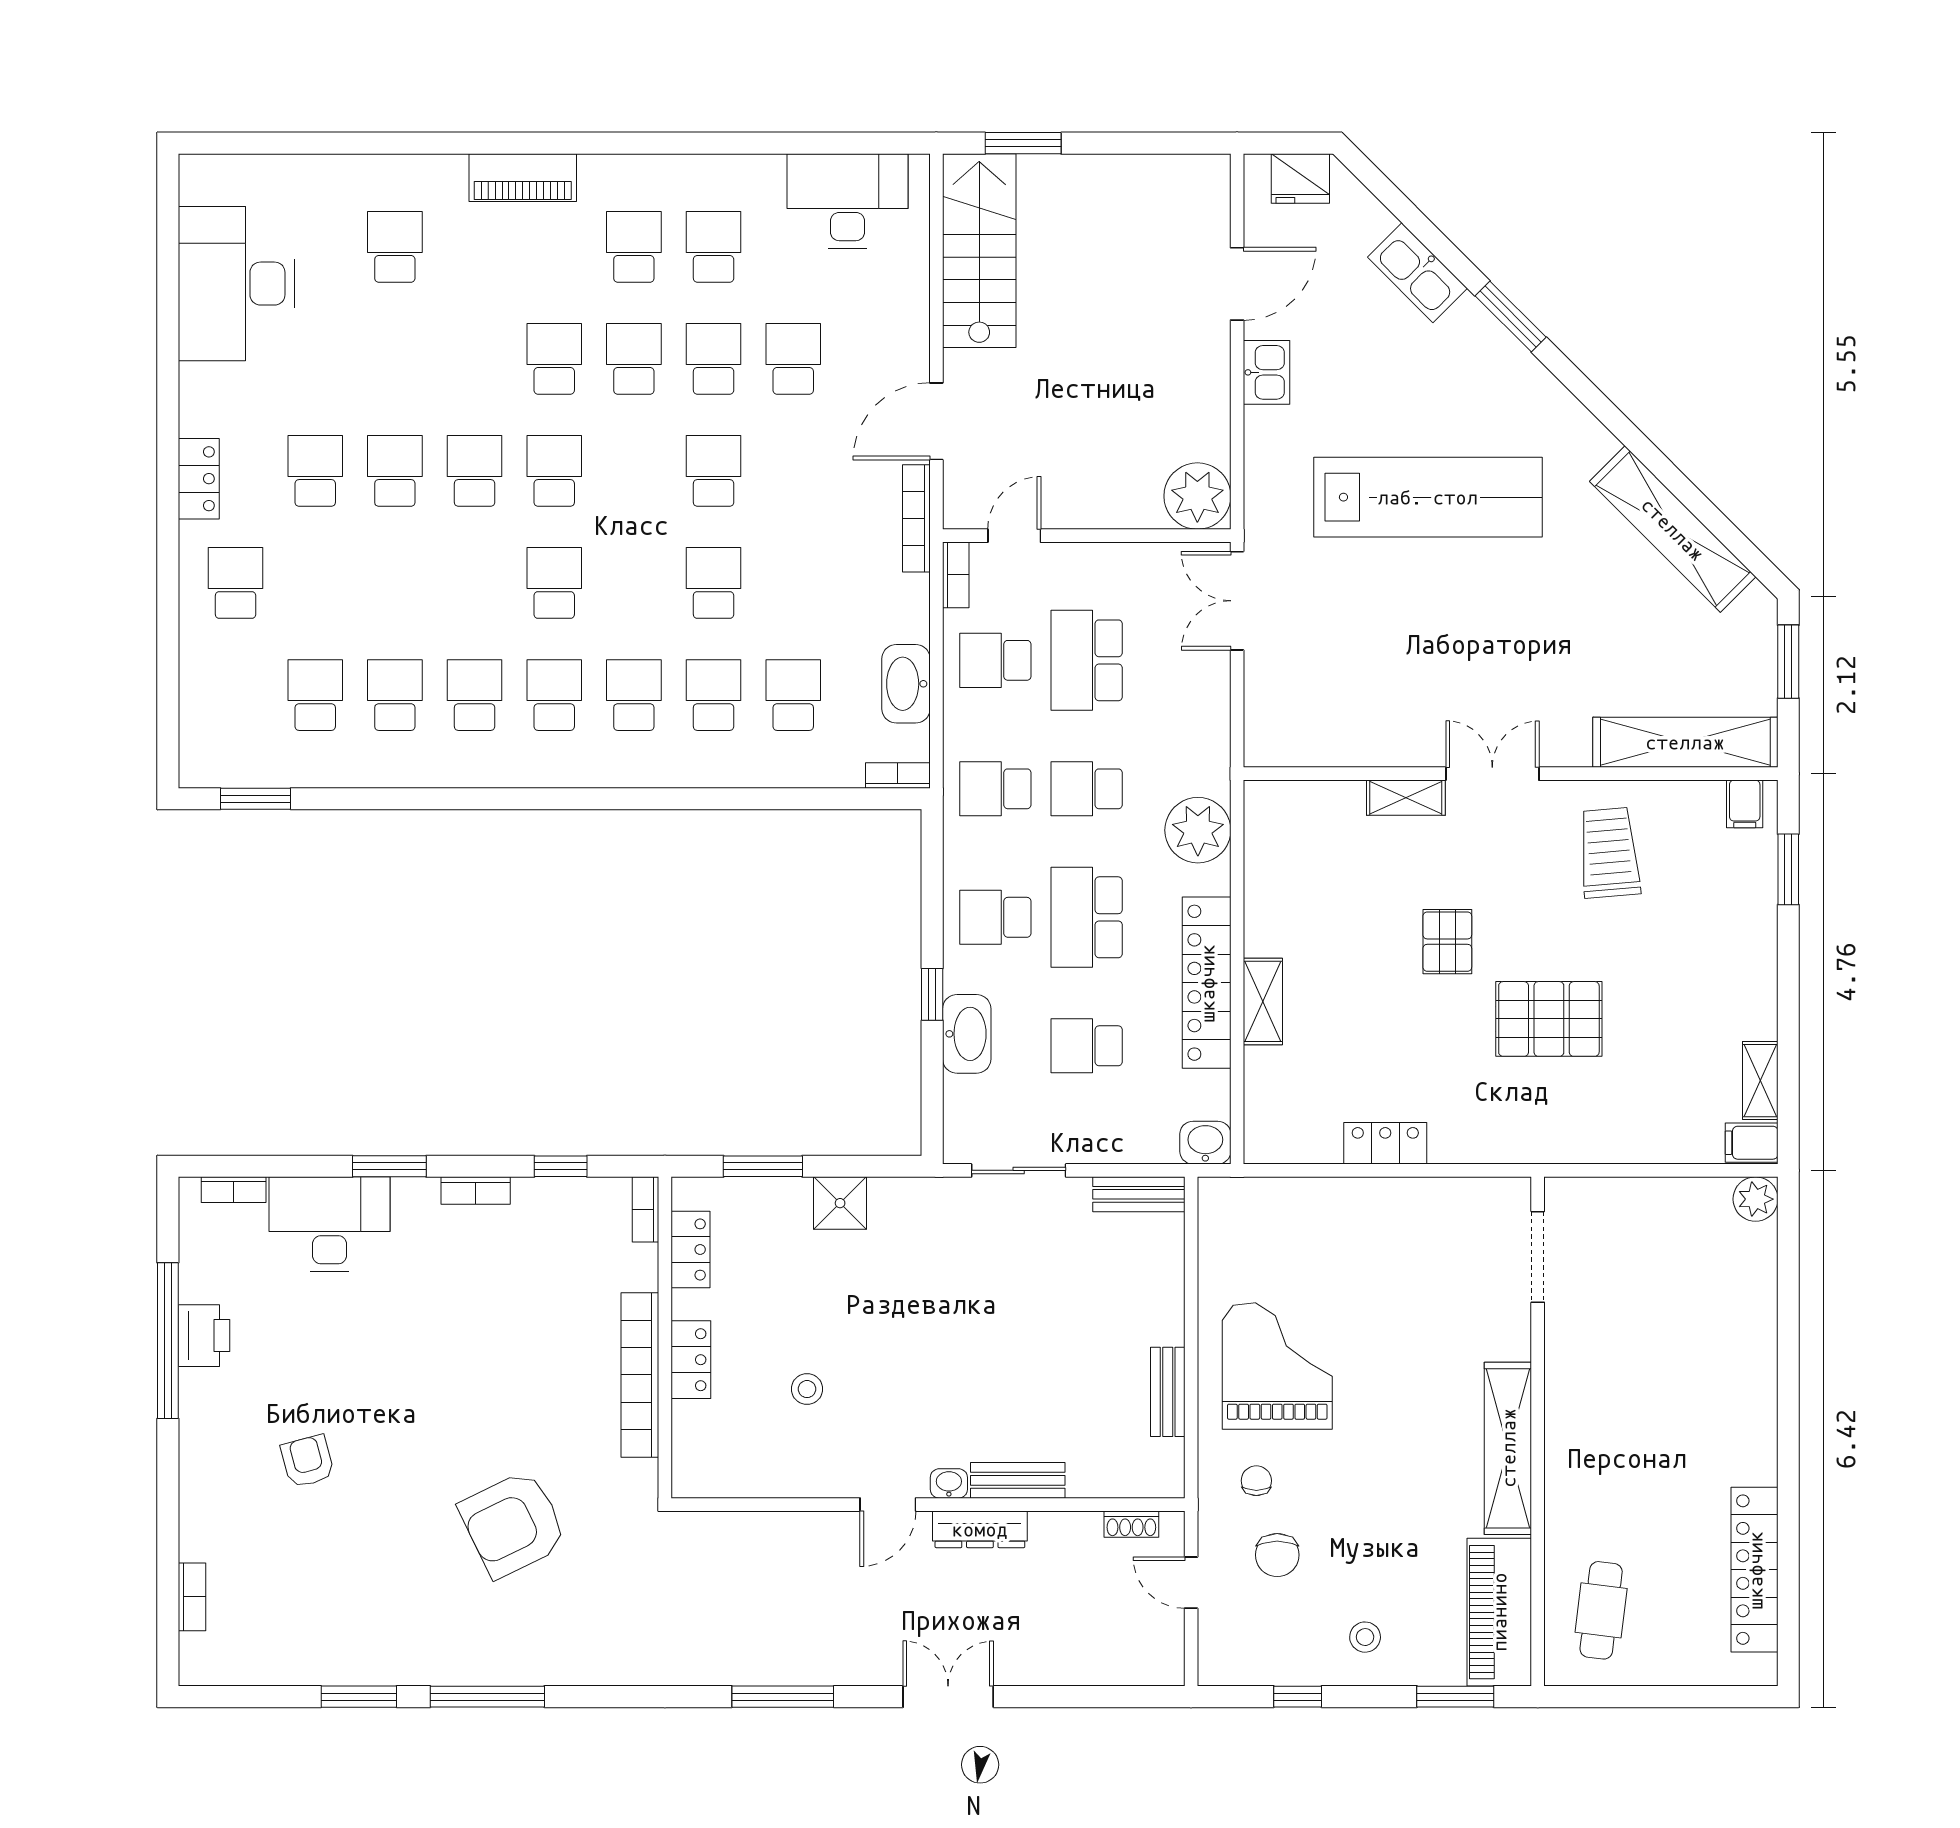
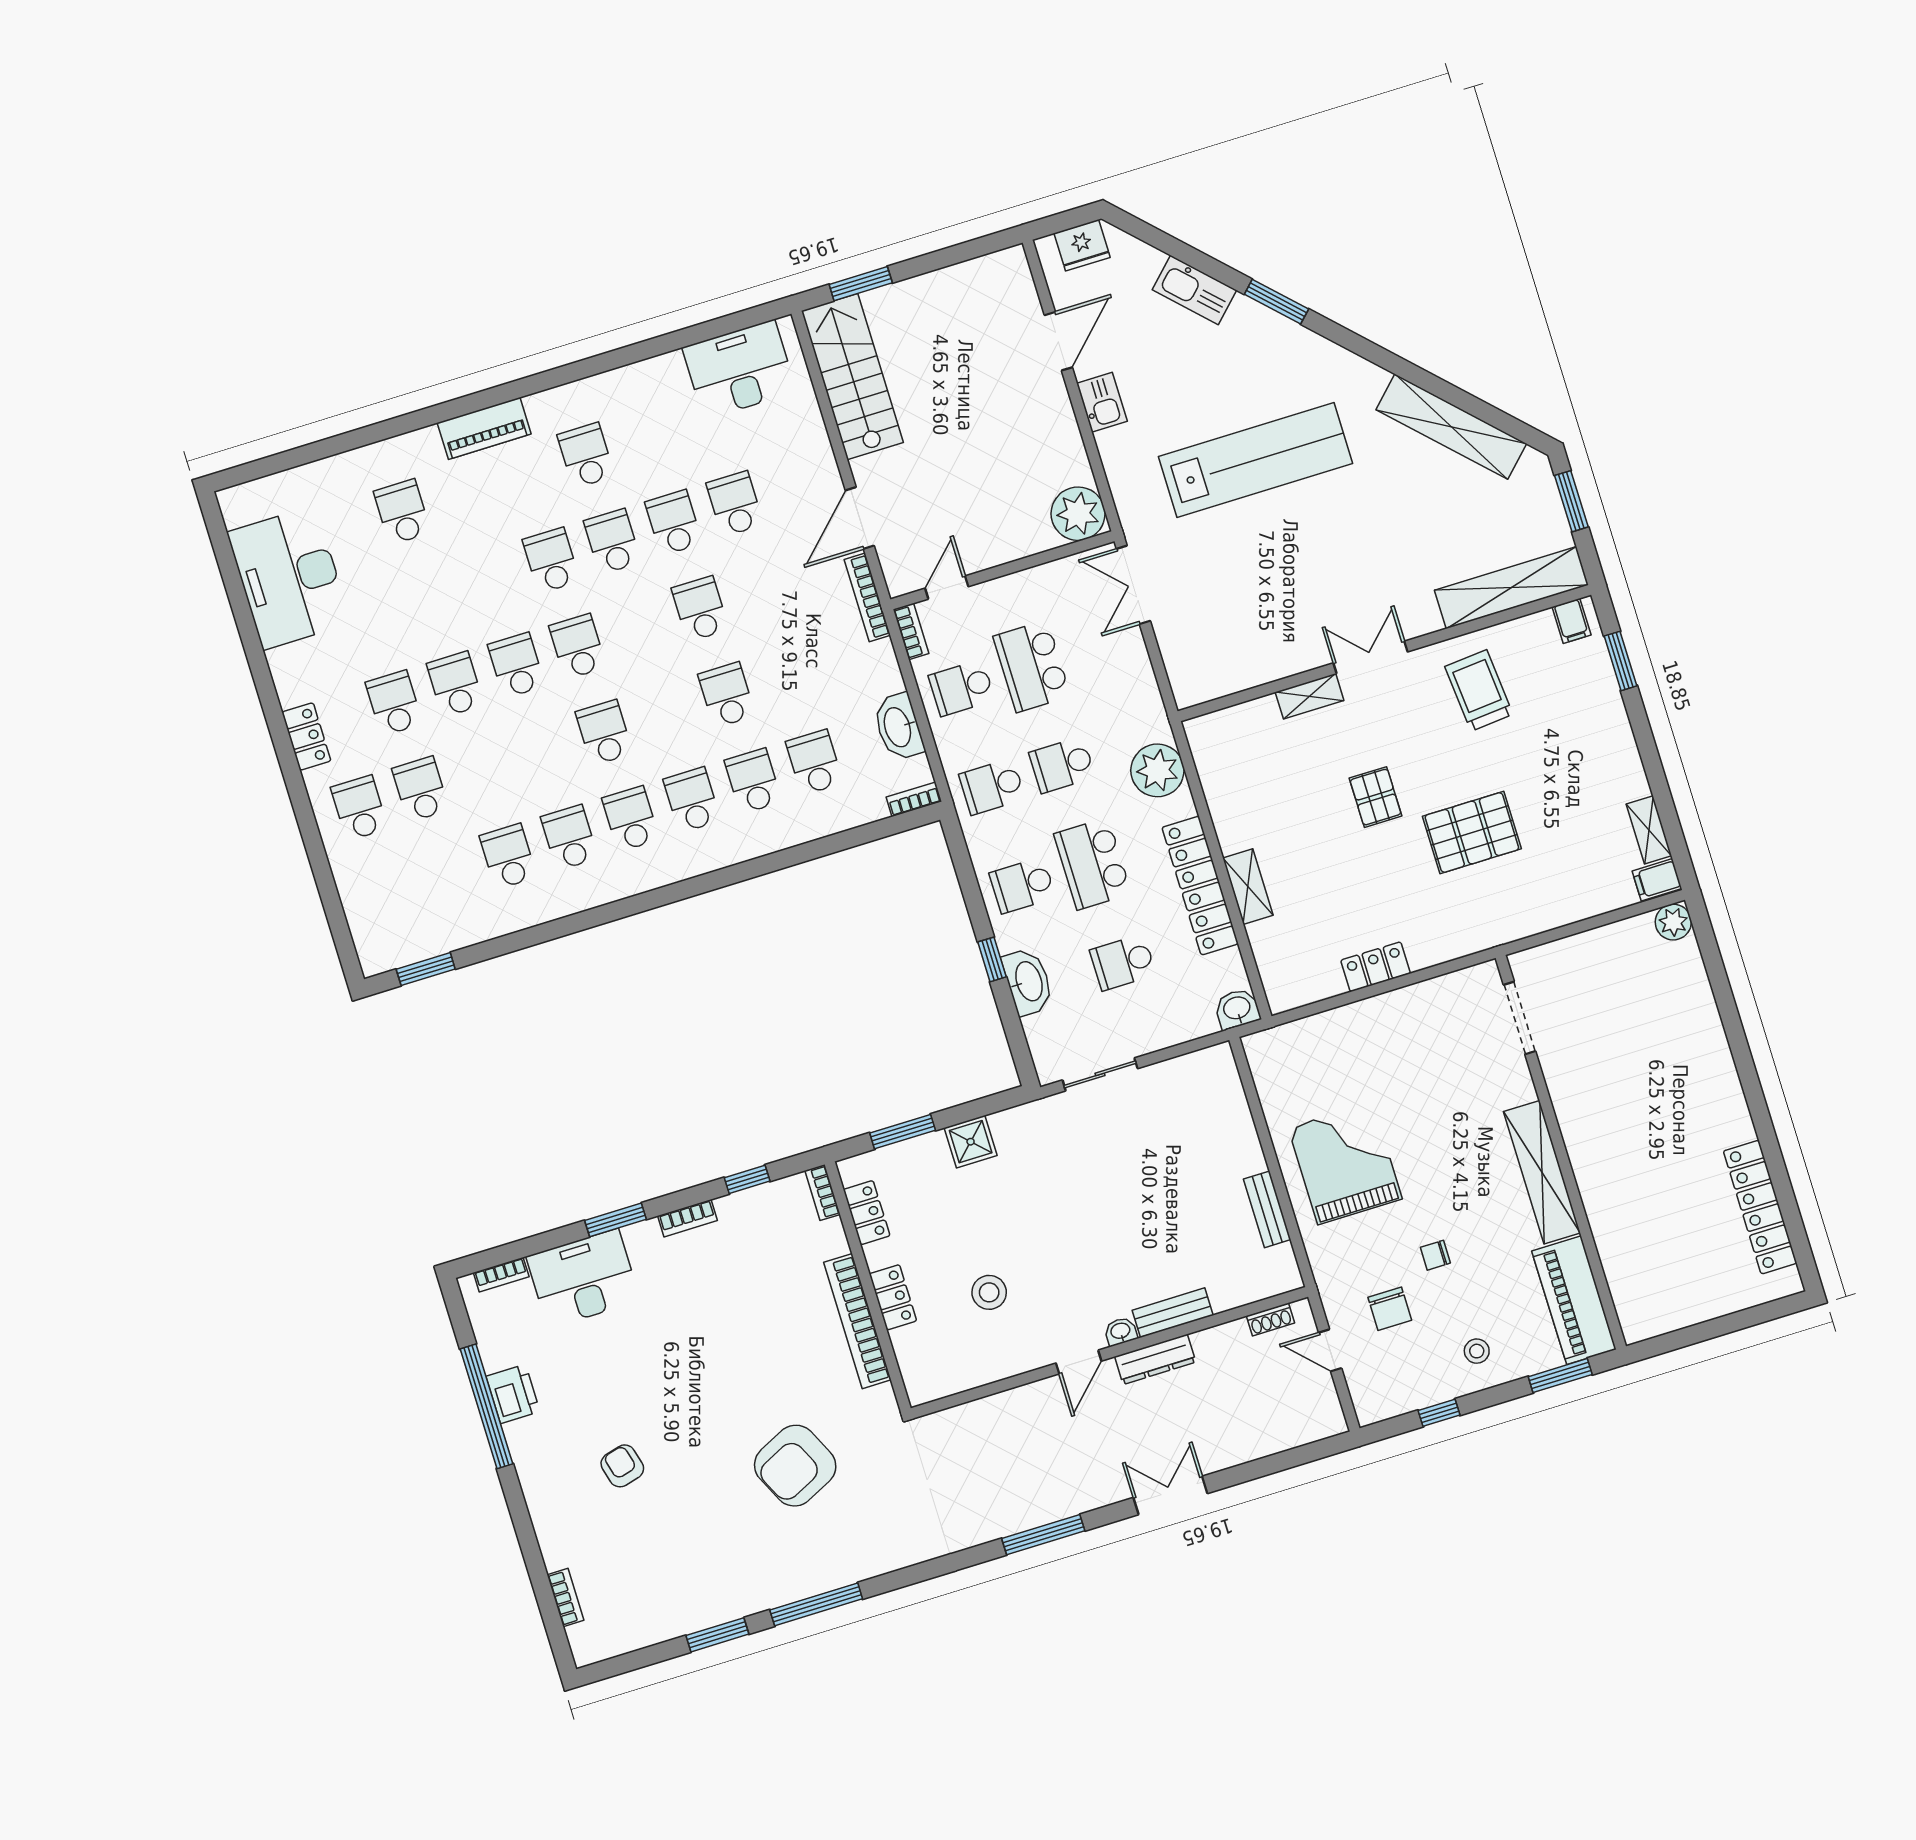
school desk: (714, 247) -> (647, 437), removed
school desk: (315, 695) -> (421, 789), moved
bench: (1139, 1194) -> (1198, 1064), removed
stool: (807, 1389) -> (989, 1292), width x1.37, depth x1.37
chair: (1256, 1481) -> (1435, 1255), moved, turned -90
cafe table: (1601, 1610) -> (1652, 1275), removed

